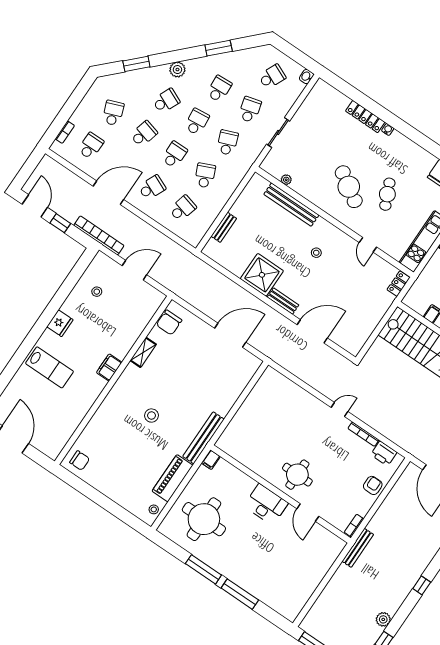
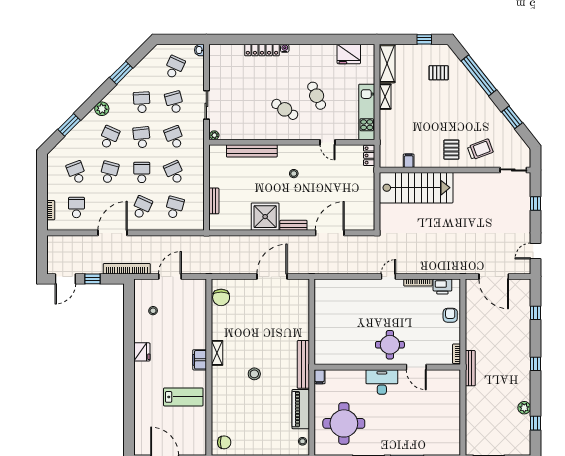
plant: (286, 180) -> (214, 135), moved
cafe table: (349, 187) -> (285, 109), width x0.73, depth x0.74
door: (35, 206) -> (65, 279), swing flipped
shelving: (143, 352) -> (217, 353), moved
lab bench: (49, 367) -> (183, 397), moved

